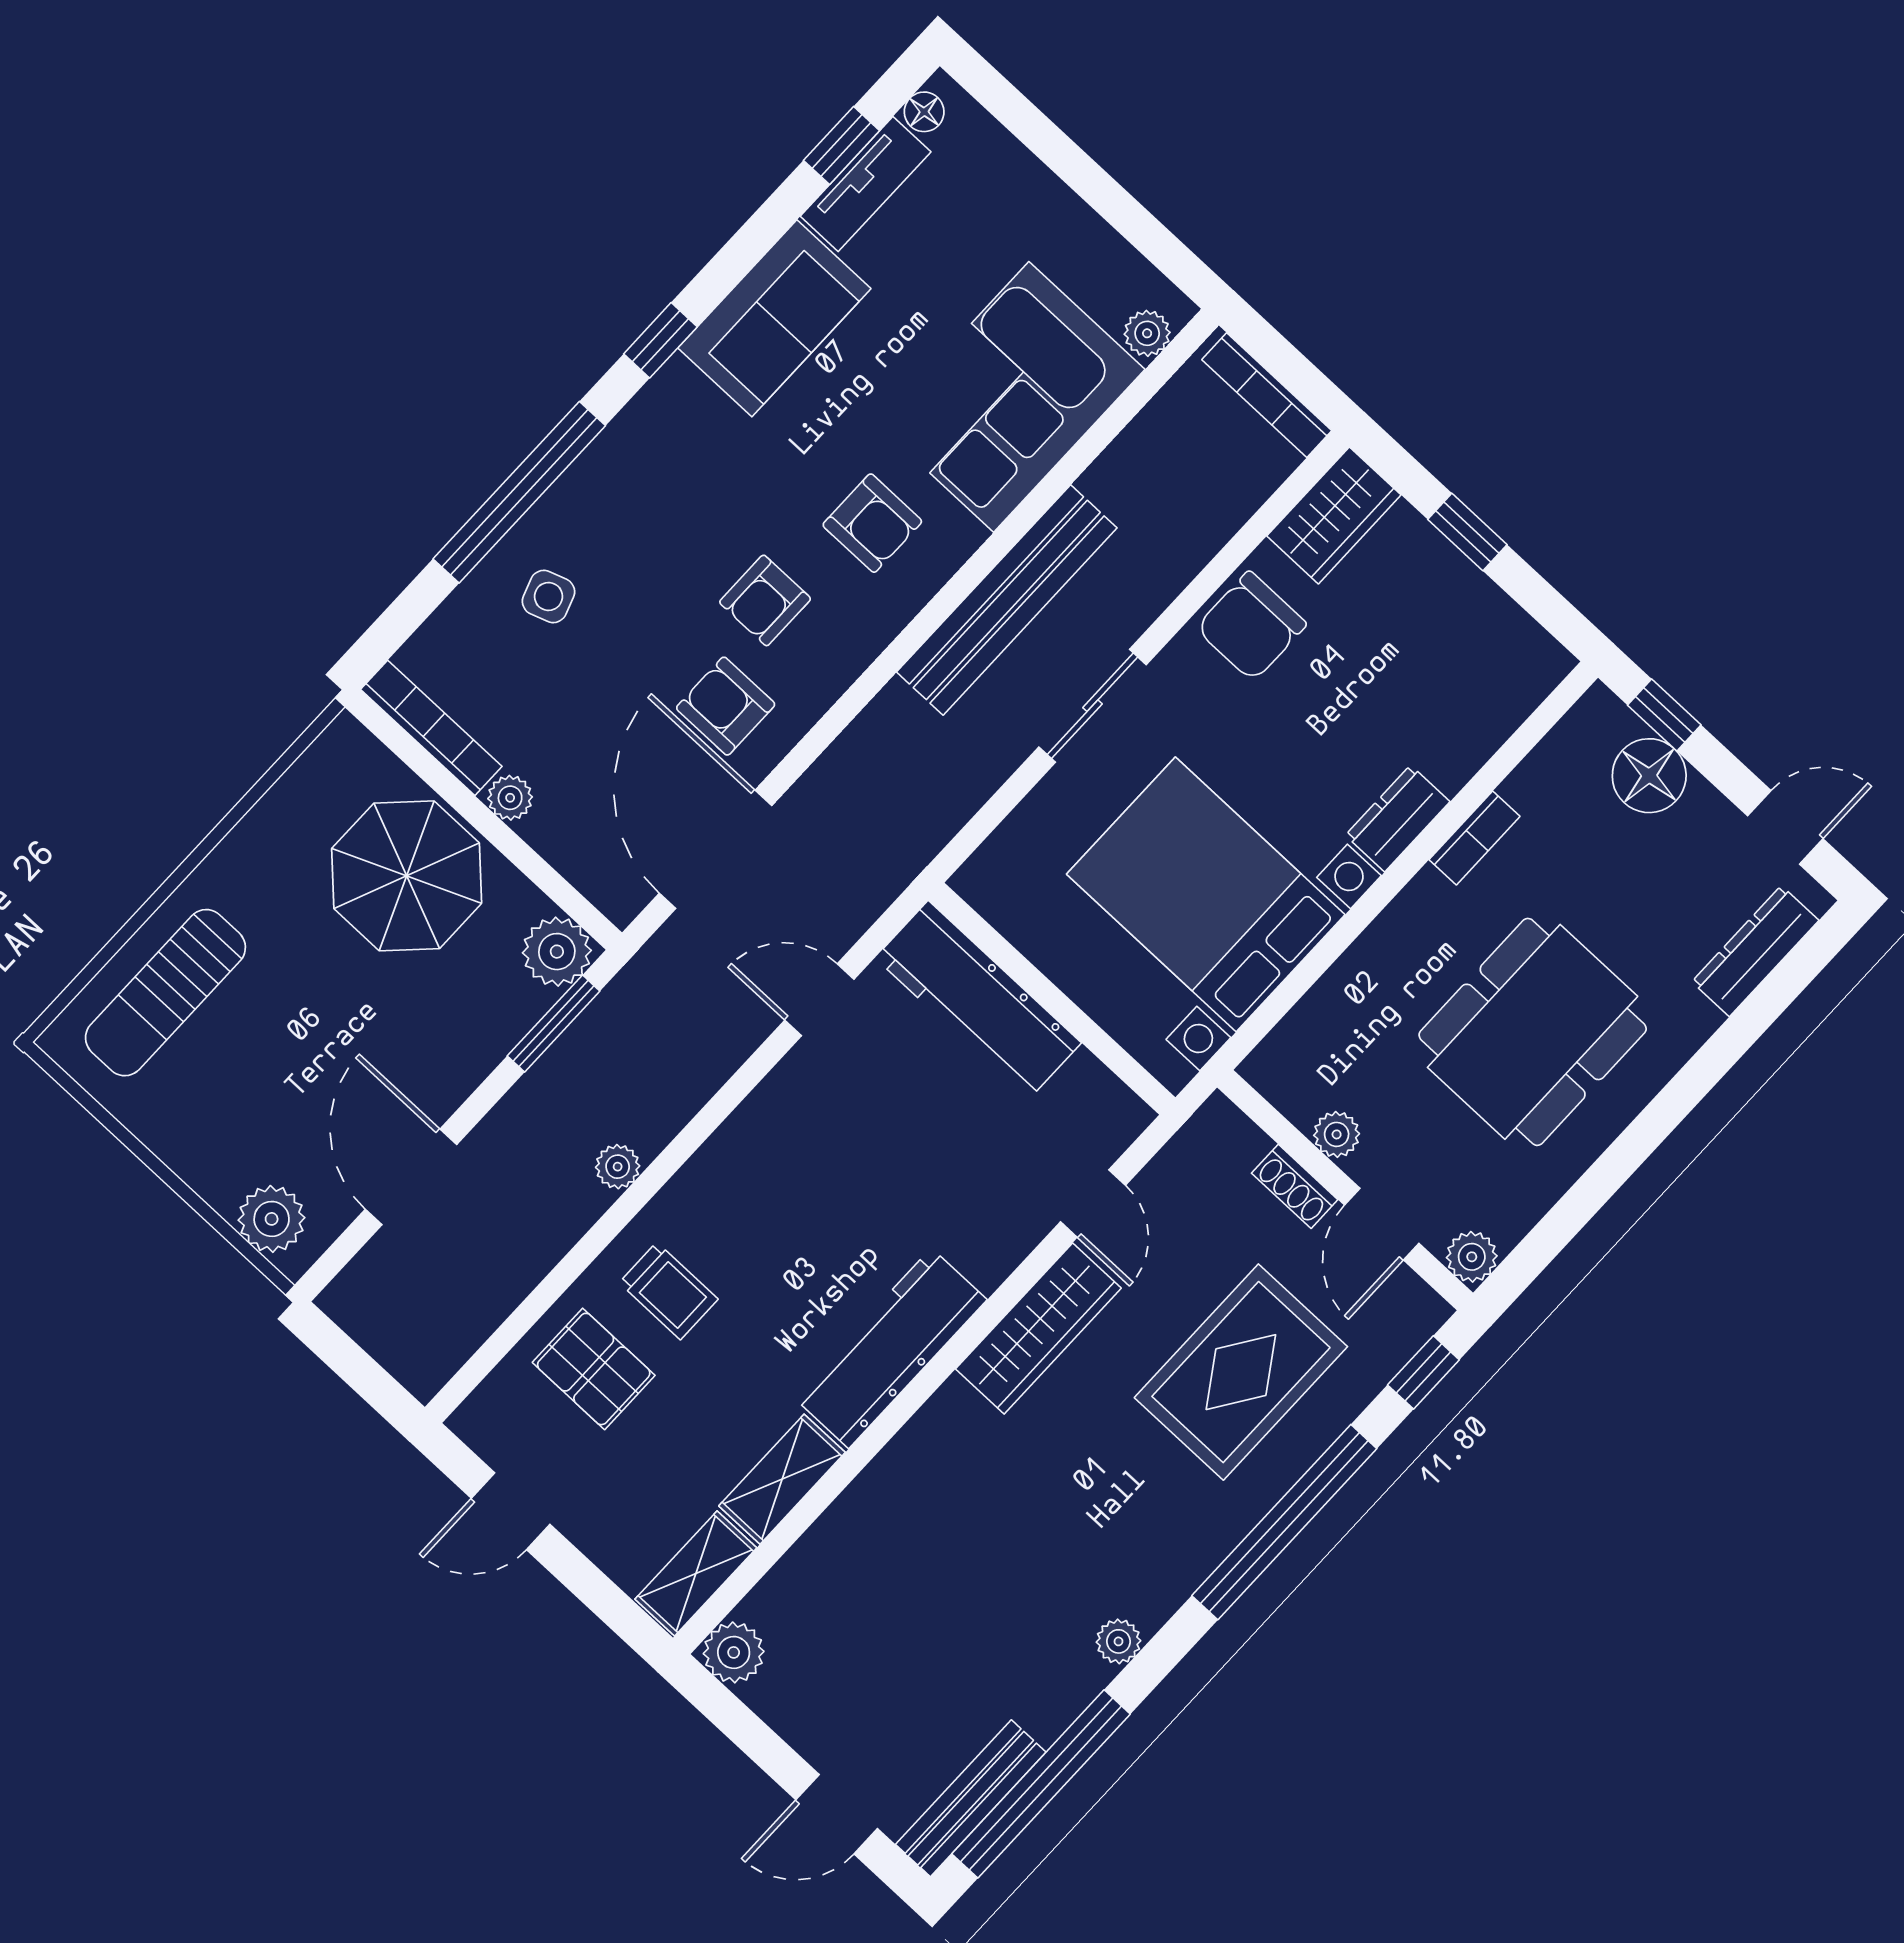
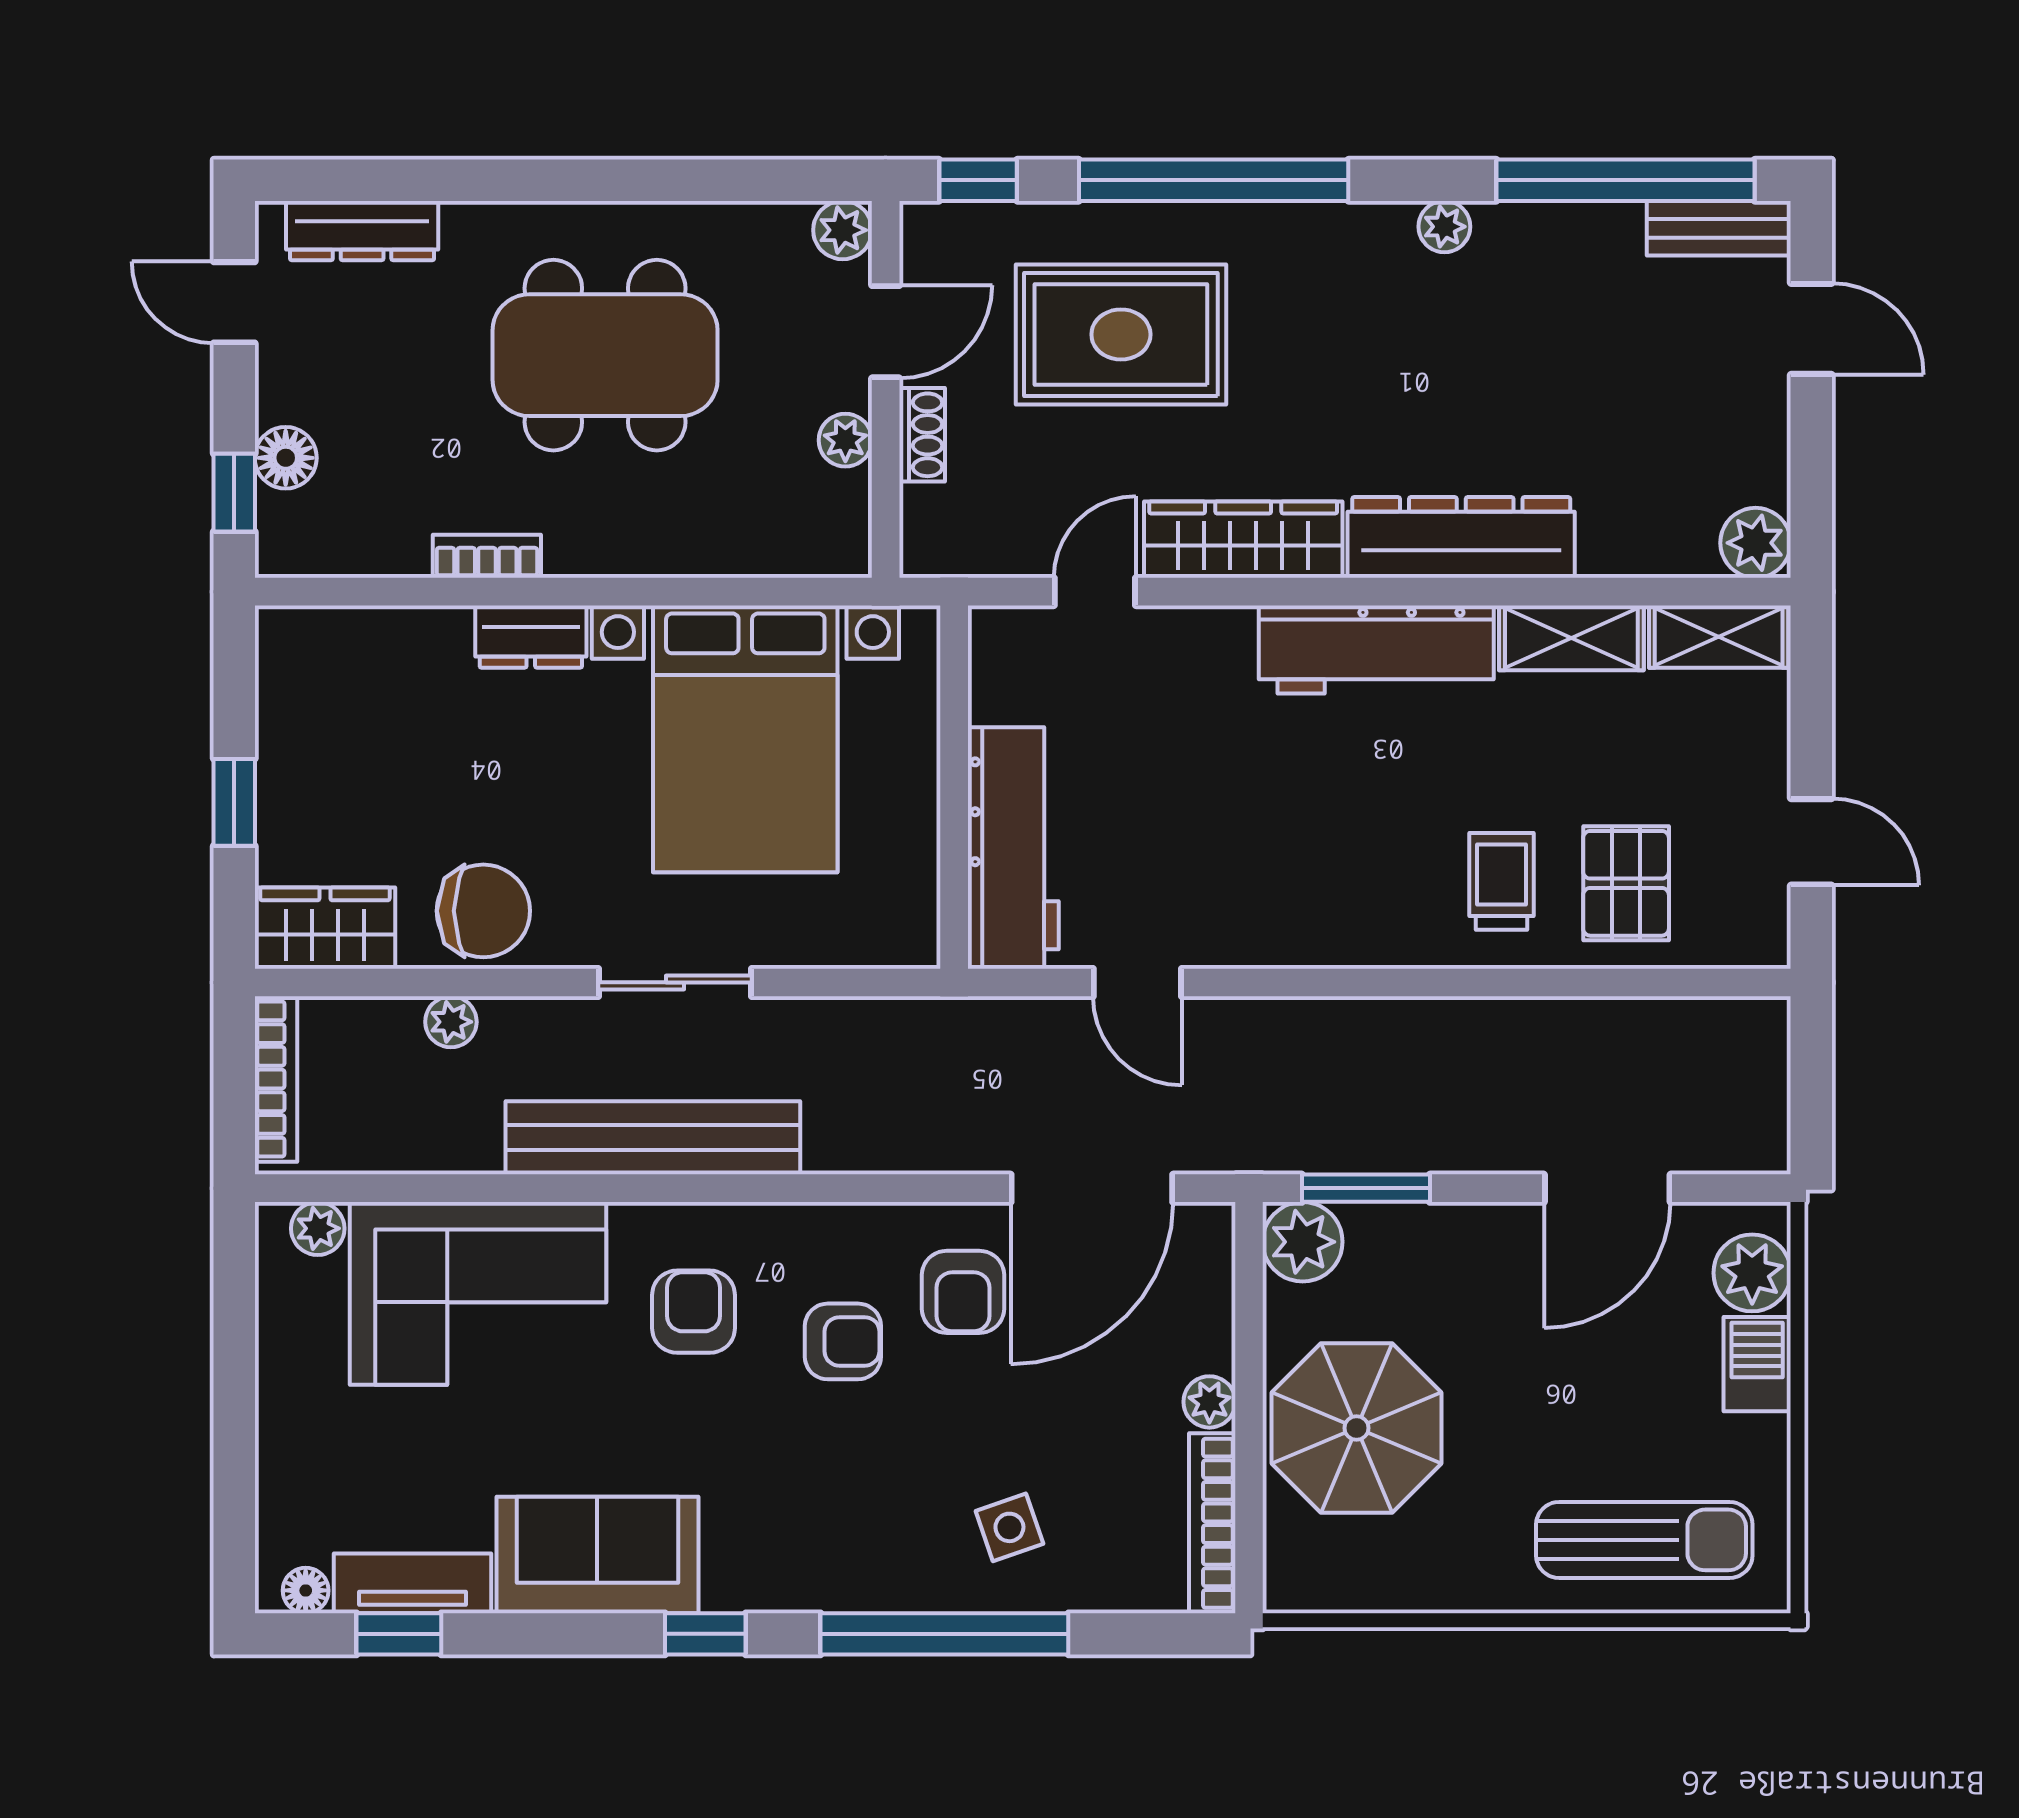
floor lamp: (1649, 776) -> (286, 458), width x0.73, depth x0.73
plant: (618, 1167) -> (451, 1022), moved
barbecue: (211, 1168) -> (1757, 1364), added
dresser: (911, 1468) -> (1461, 537), added
bench: (971, 1798) -> (1719, 228), width x0.73

